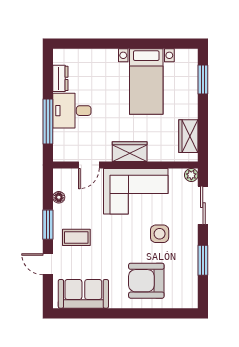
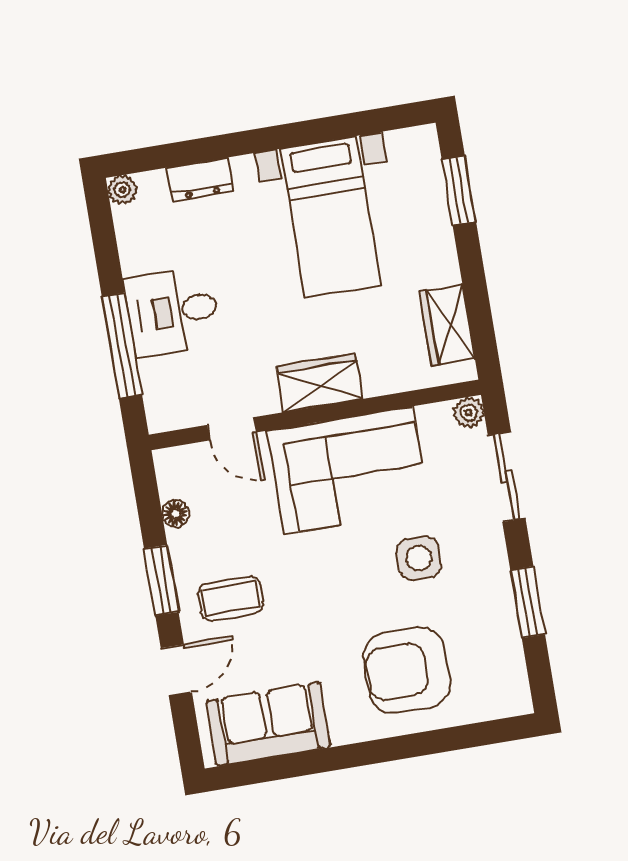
plant: (59, 55) -> (122, 190), added
dresser: (60, 78) -> (200, 179), moved, turned 90
door: (89, 165) -> (232, 429), hinge flipped
door: (48, 264) -> (176, 670), swing flipped

